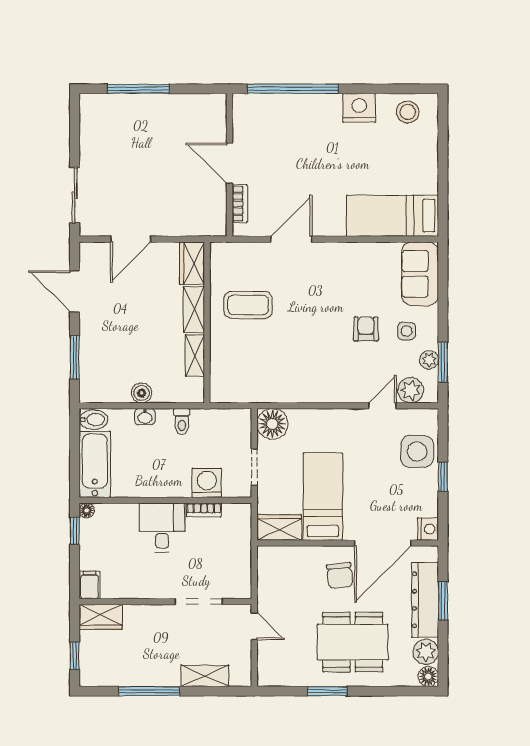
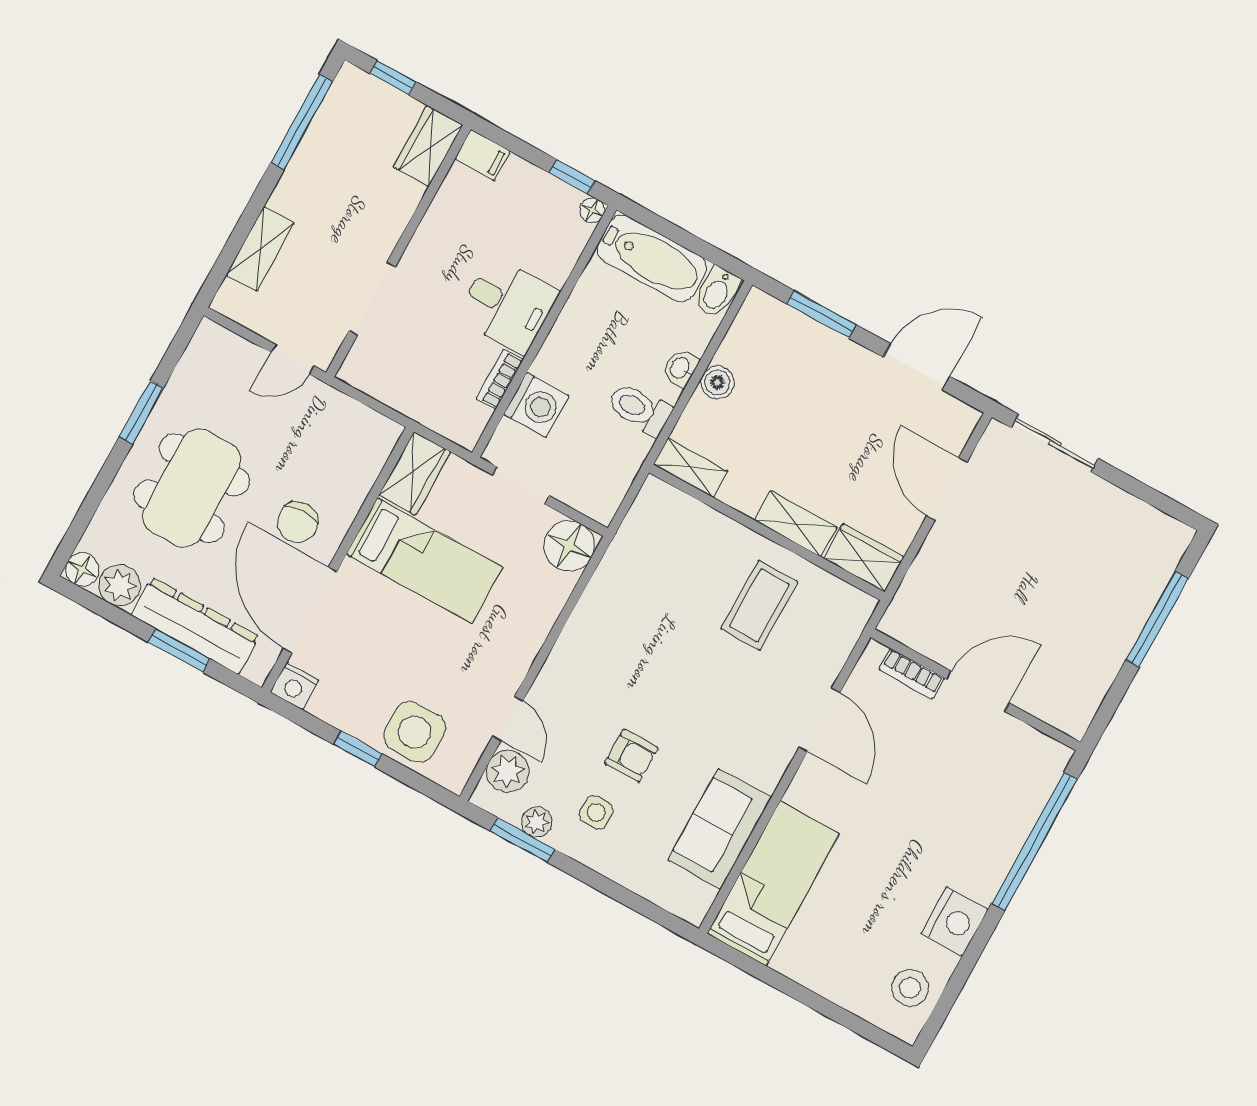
sofa: (420, 274) -> (720, 829), moved, turned -90
shelving: (195, 355) -> (691, 468), moved
toilet: (182, 422) -> (639, 409), width x1.37, depth x1.39
chair: (340, 576) -> (298, 522), turned -84
window: (149, 691) -> (302, 122), moved

